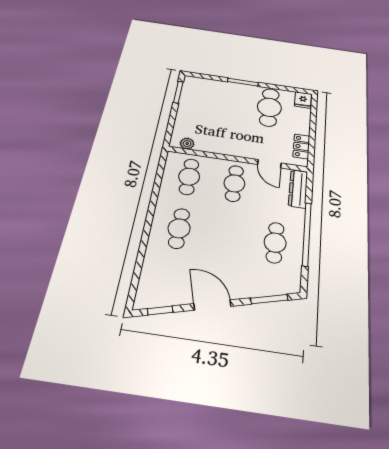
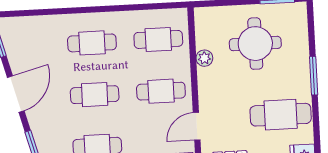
round table: (209, 112) -> (255, 44), added
plant: (187, 144) -> (204, 58), moved
cafe table: (227, 235) -> (95, 95), added

